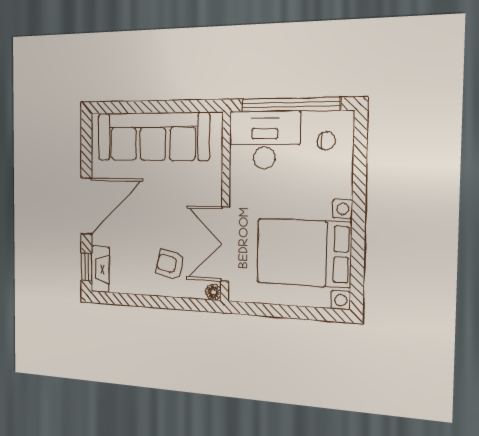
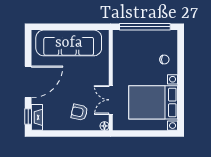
desk: (265, 140) -> (132, 45), removed
chair: (326, 141) -> (164, 60), moved
double door: (225, 244) -> (111, 100), width x0.73

